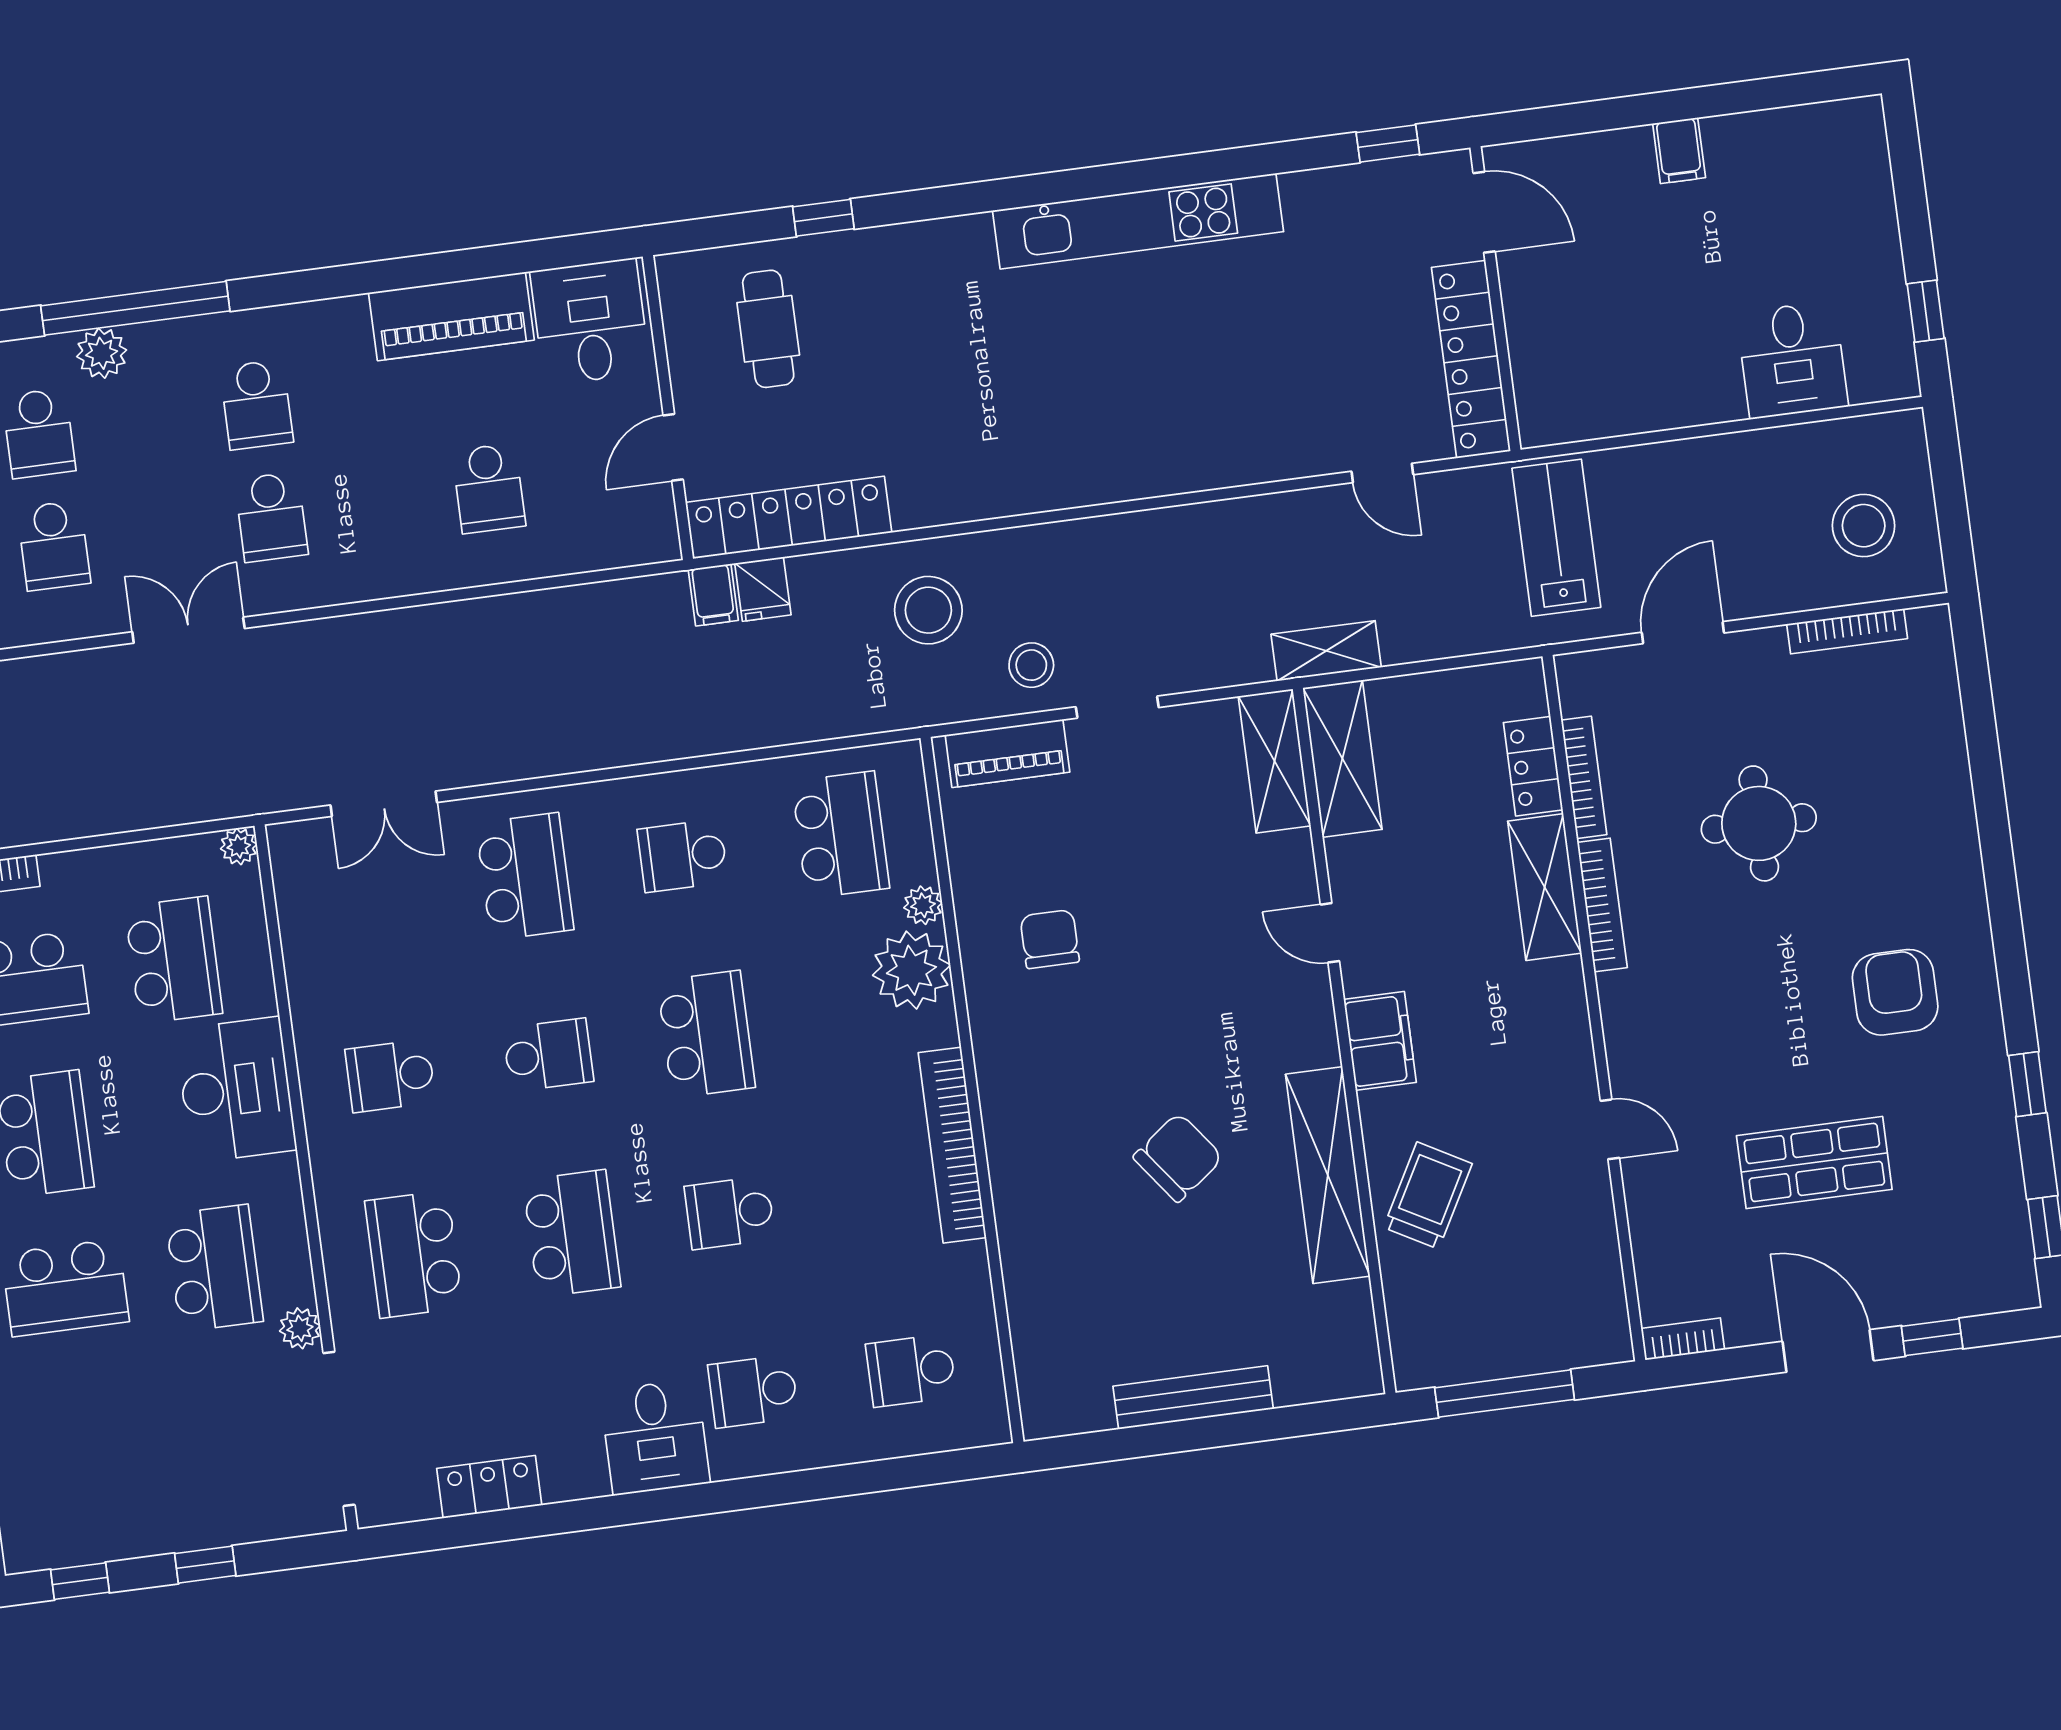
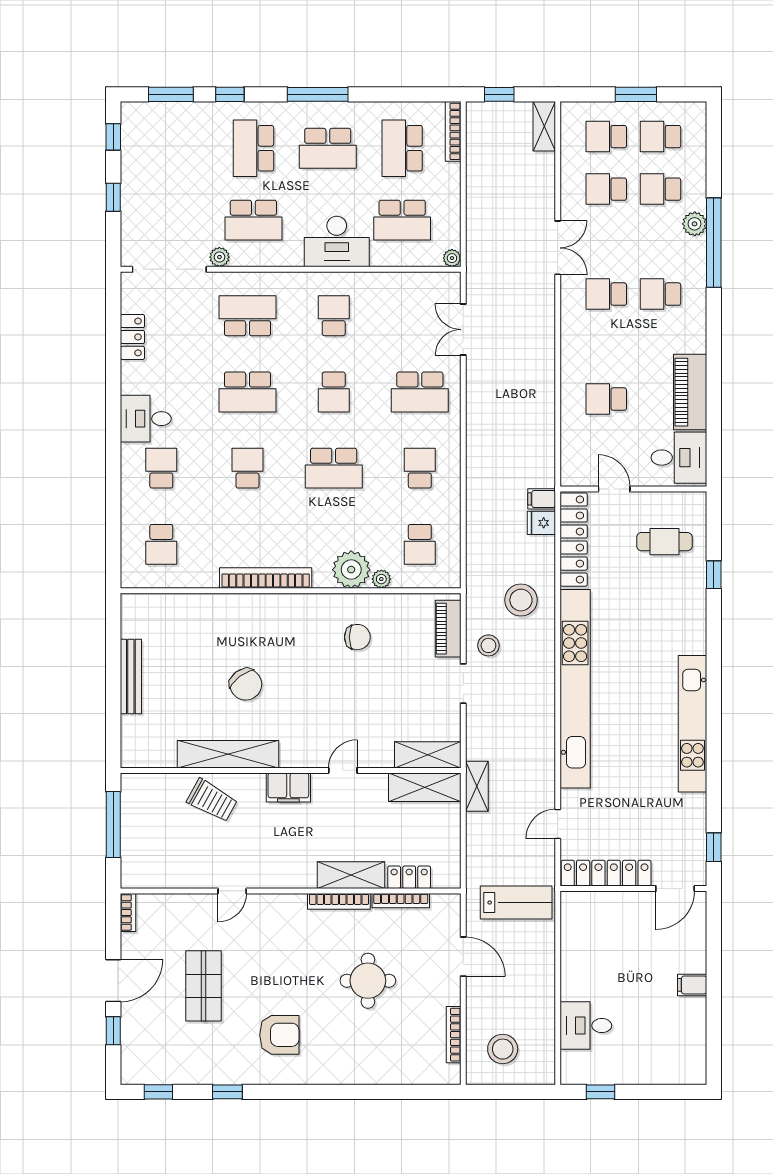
kitchen unit: (1097, 474) -> (575, 689), added
school desk: (841, 835) -> (420, 544), width x0.54
school desk: (911, 1370) -> (161, 544), turned 180

